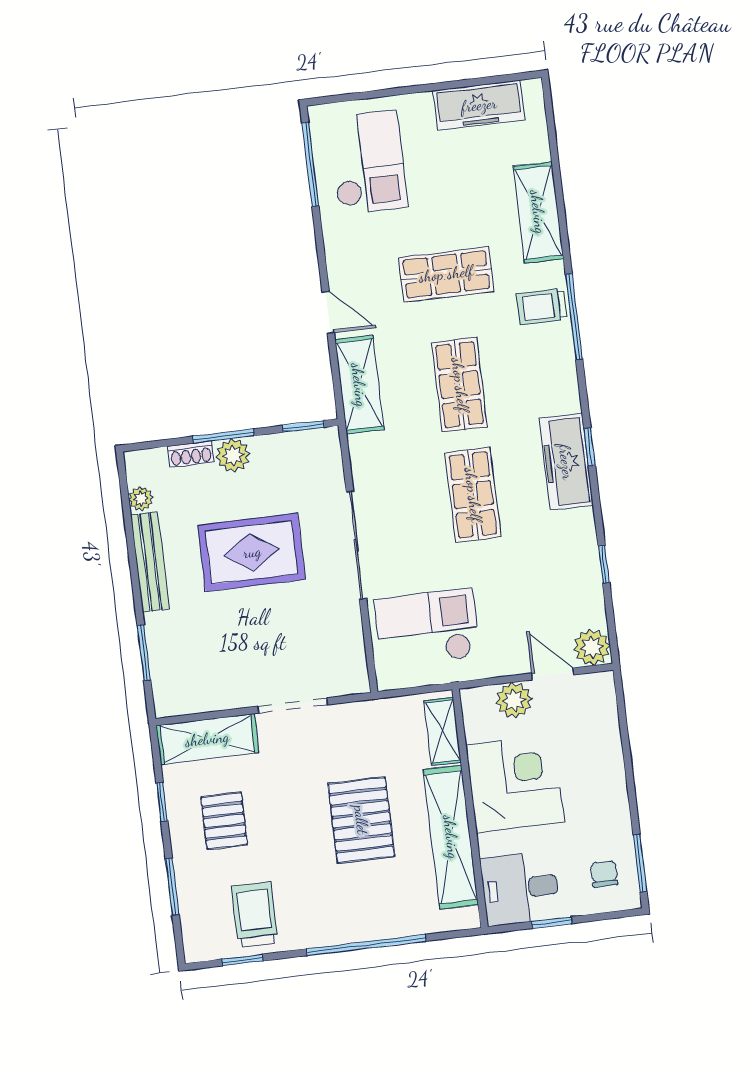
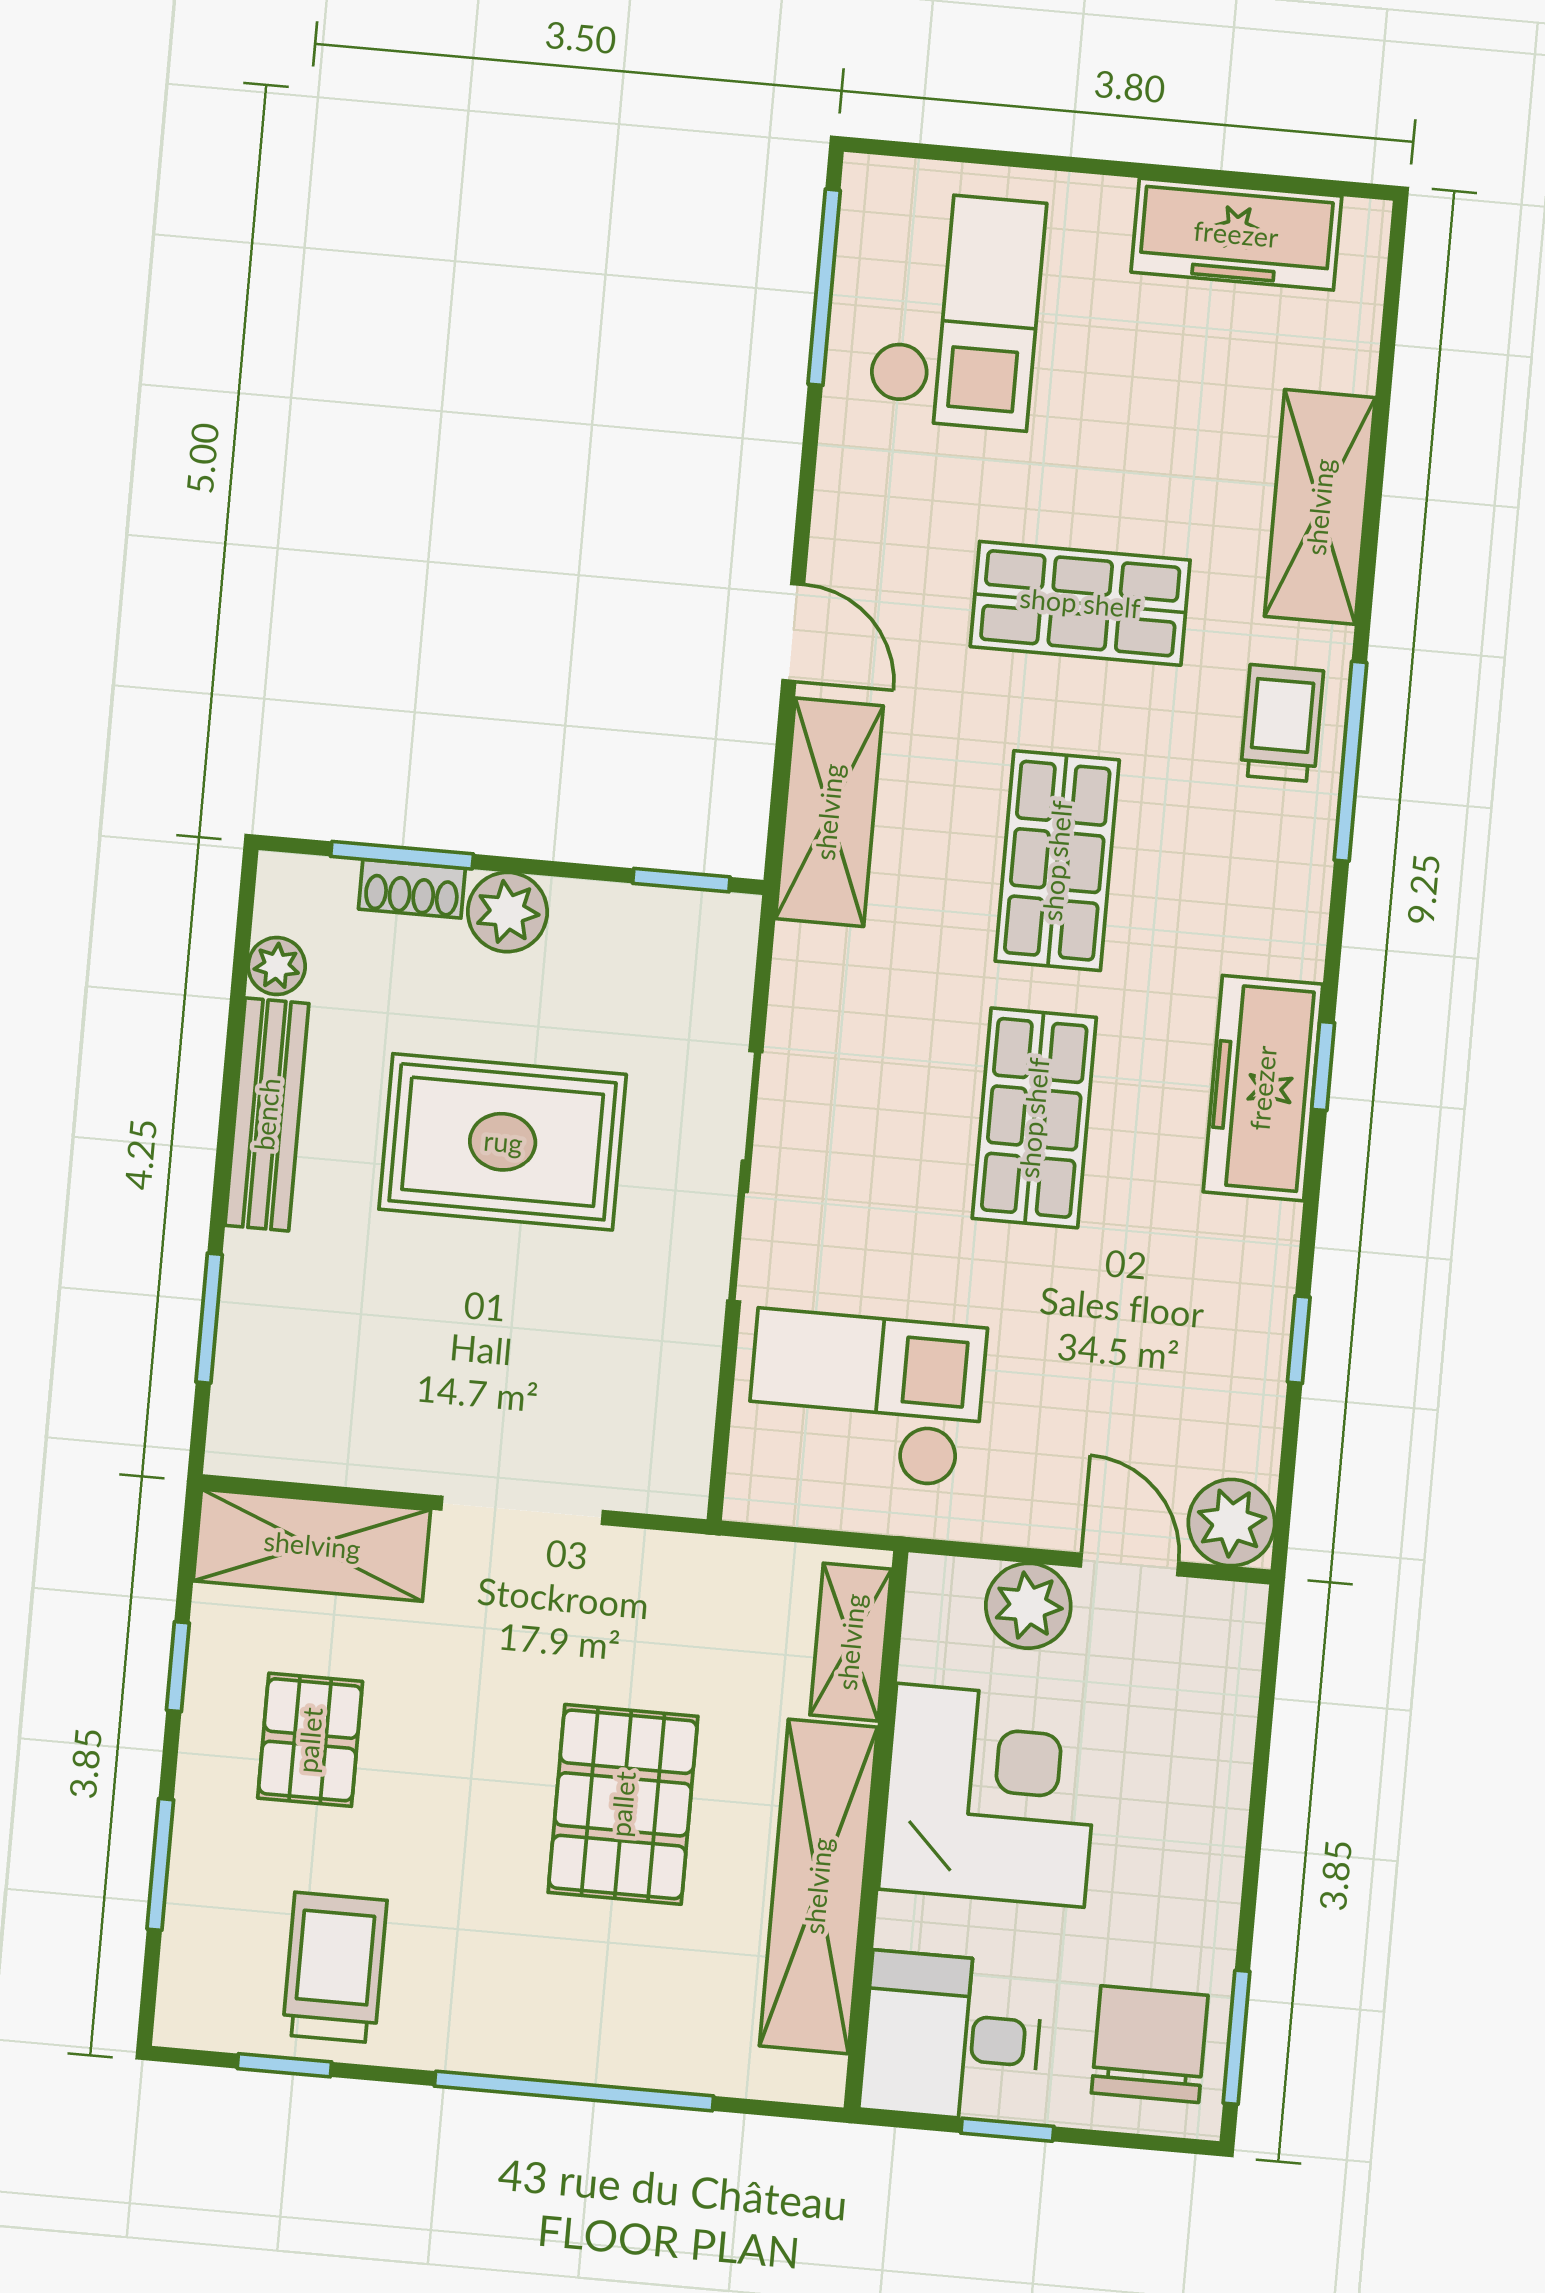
trolley: (542, 307) -> (1282, 723), turned 90
window: (224, 436) -> (402, 855), moved
chair: (604, 874) -> (1150, 2044), width x1.87, depth x1.87

